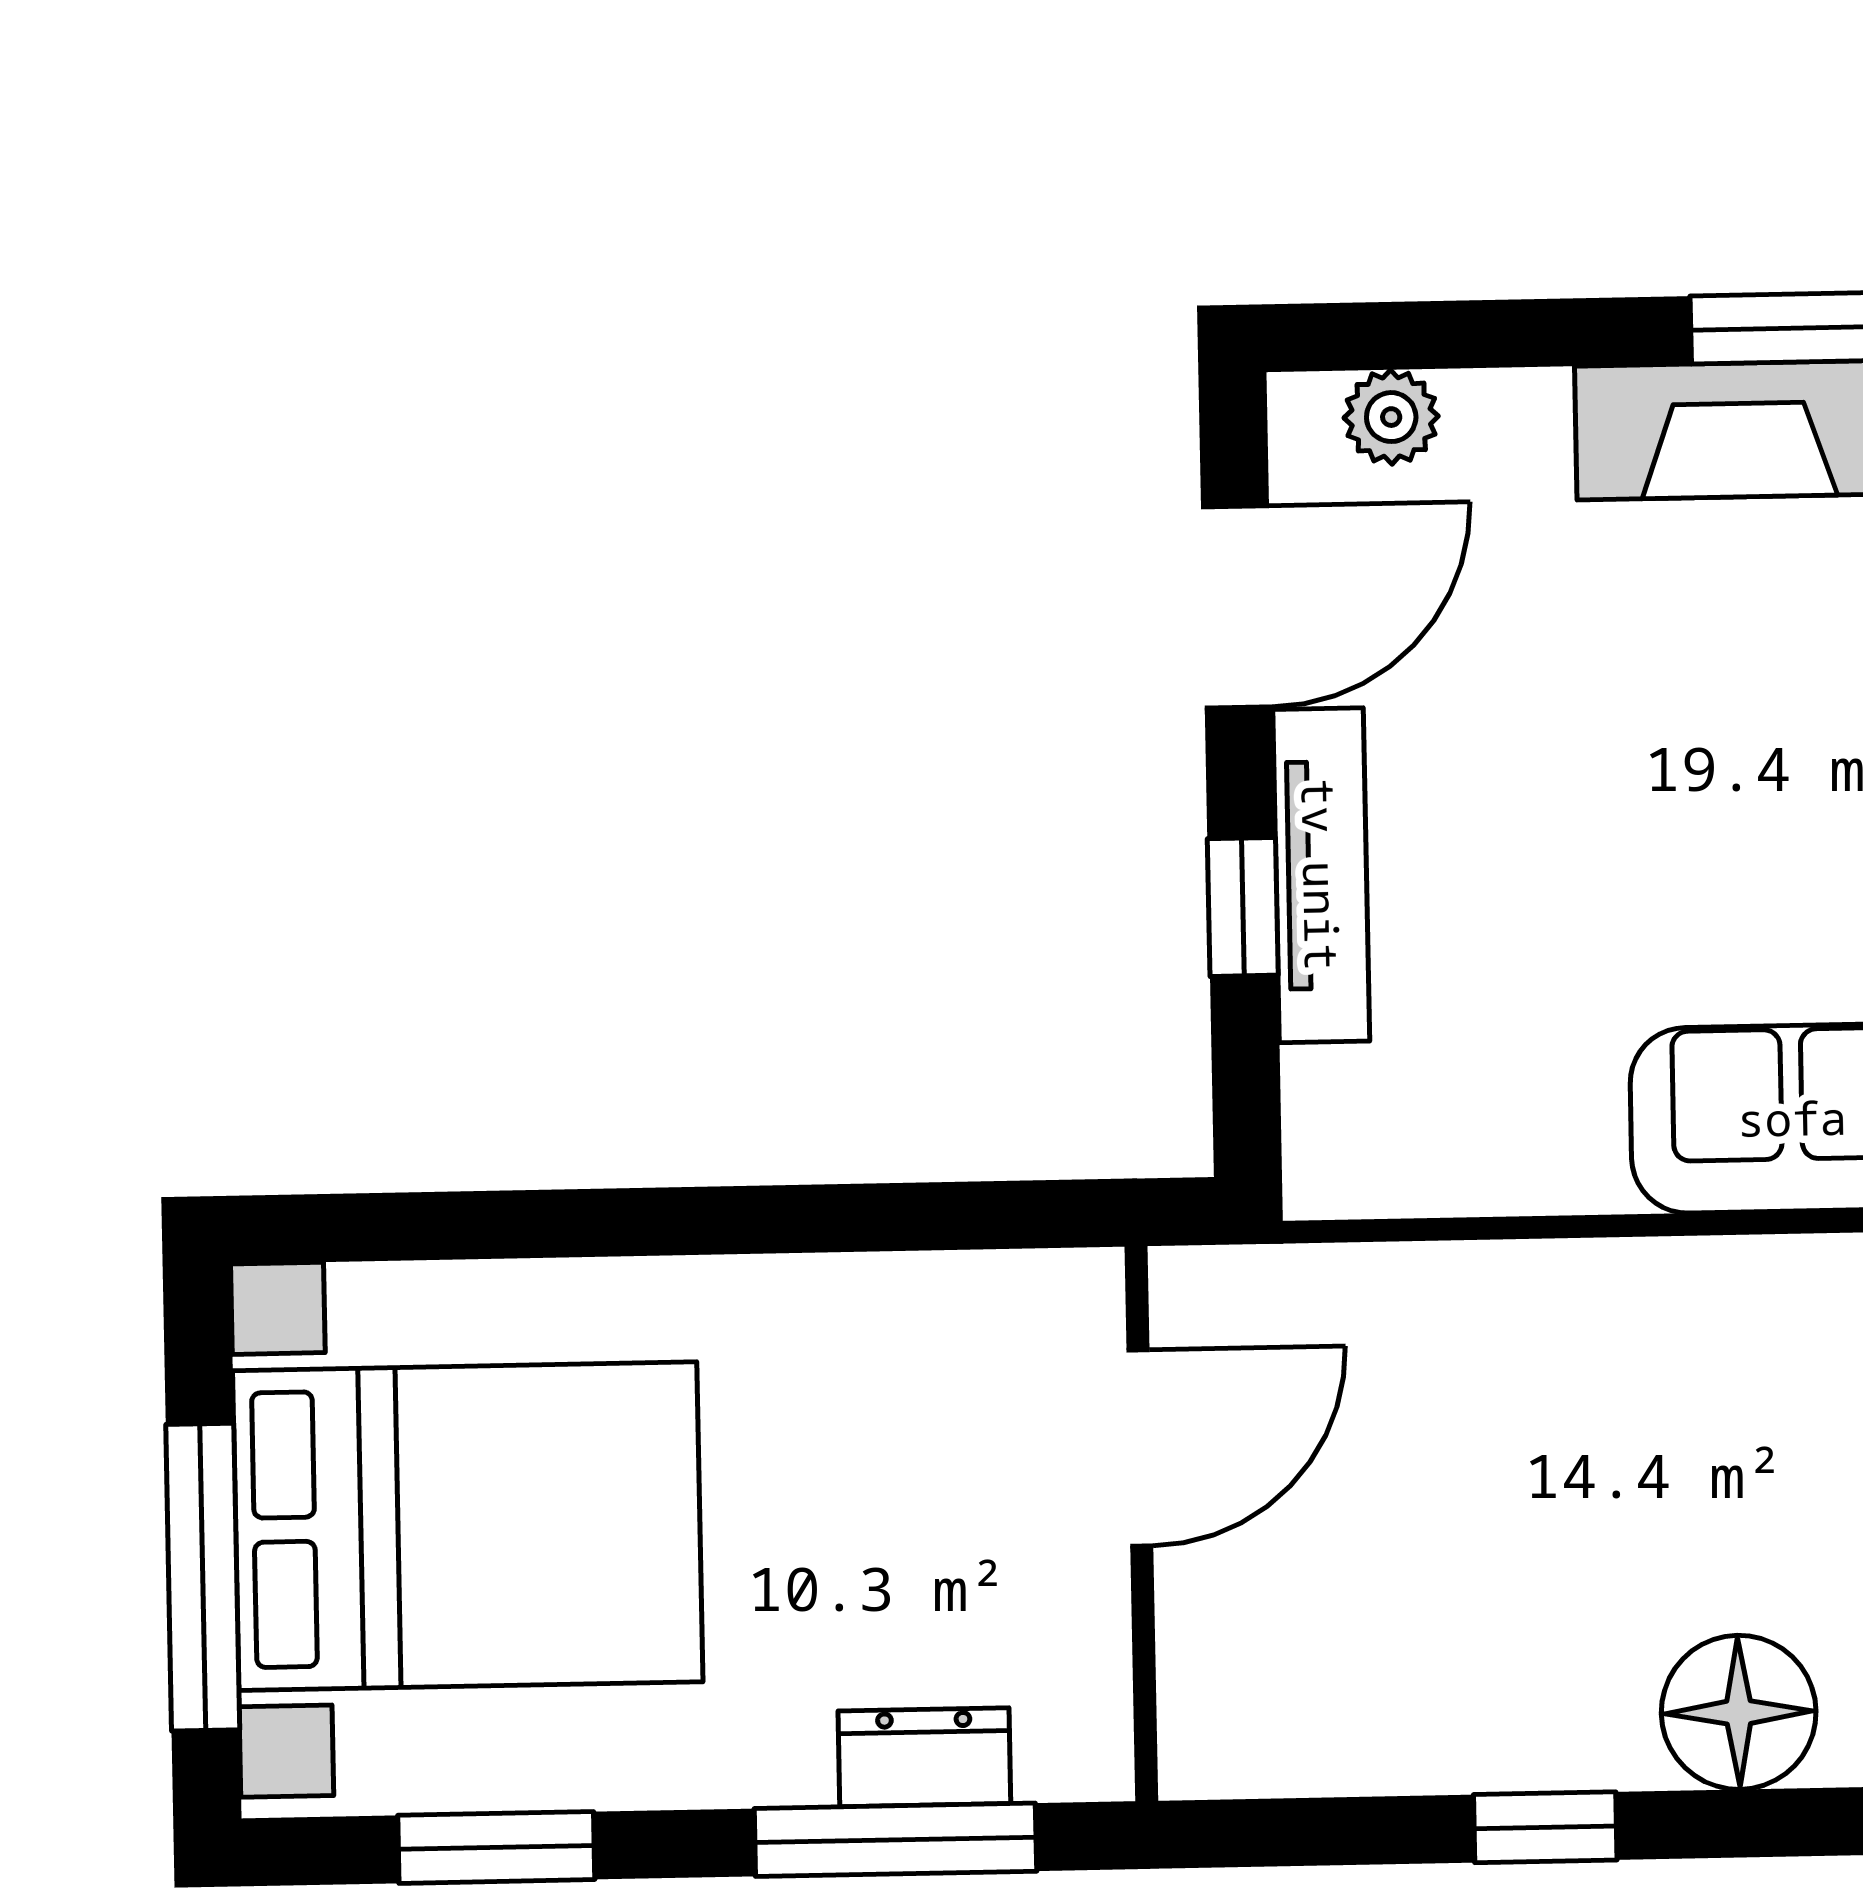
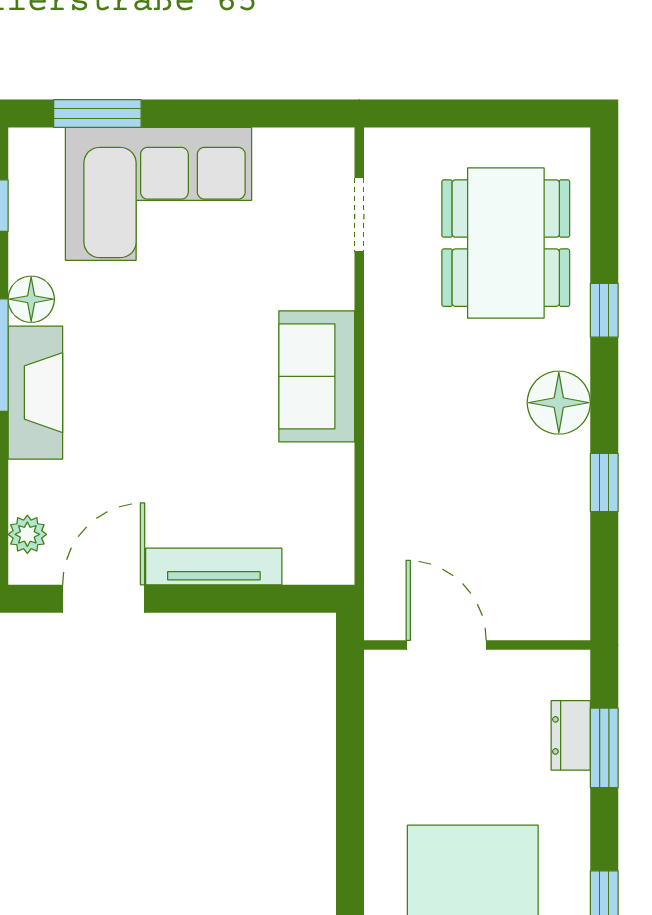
door: (1237, 607) -> (104, 599), hinge flipped
window: (1243, 907) -> (226, 599), removed
window: (895, 1840) -> (604, 748), width x0.69

